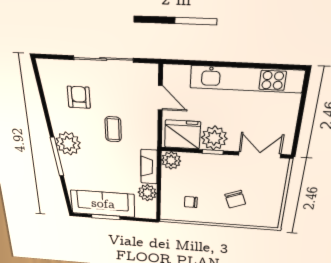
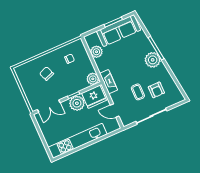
coffee table: (113, 129) -> (138, 92), moved
fireplace: (149, 167) -> (109, 82), moved

